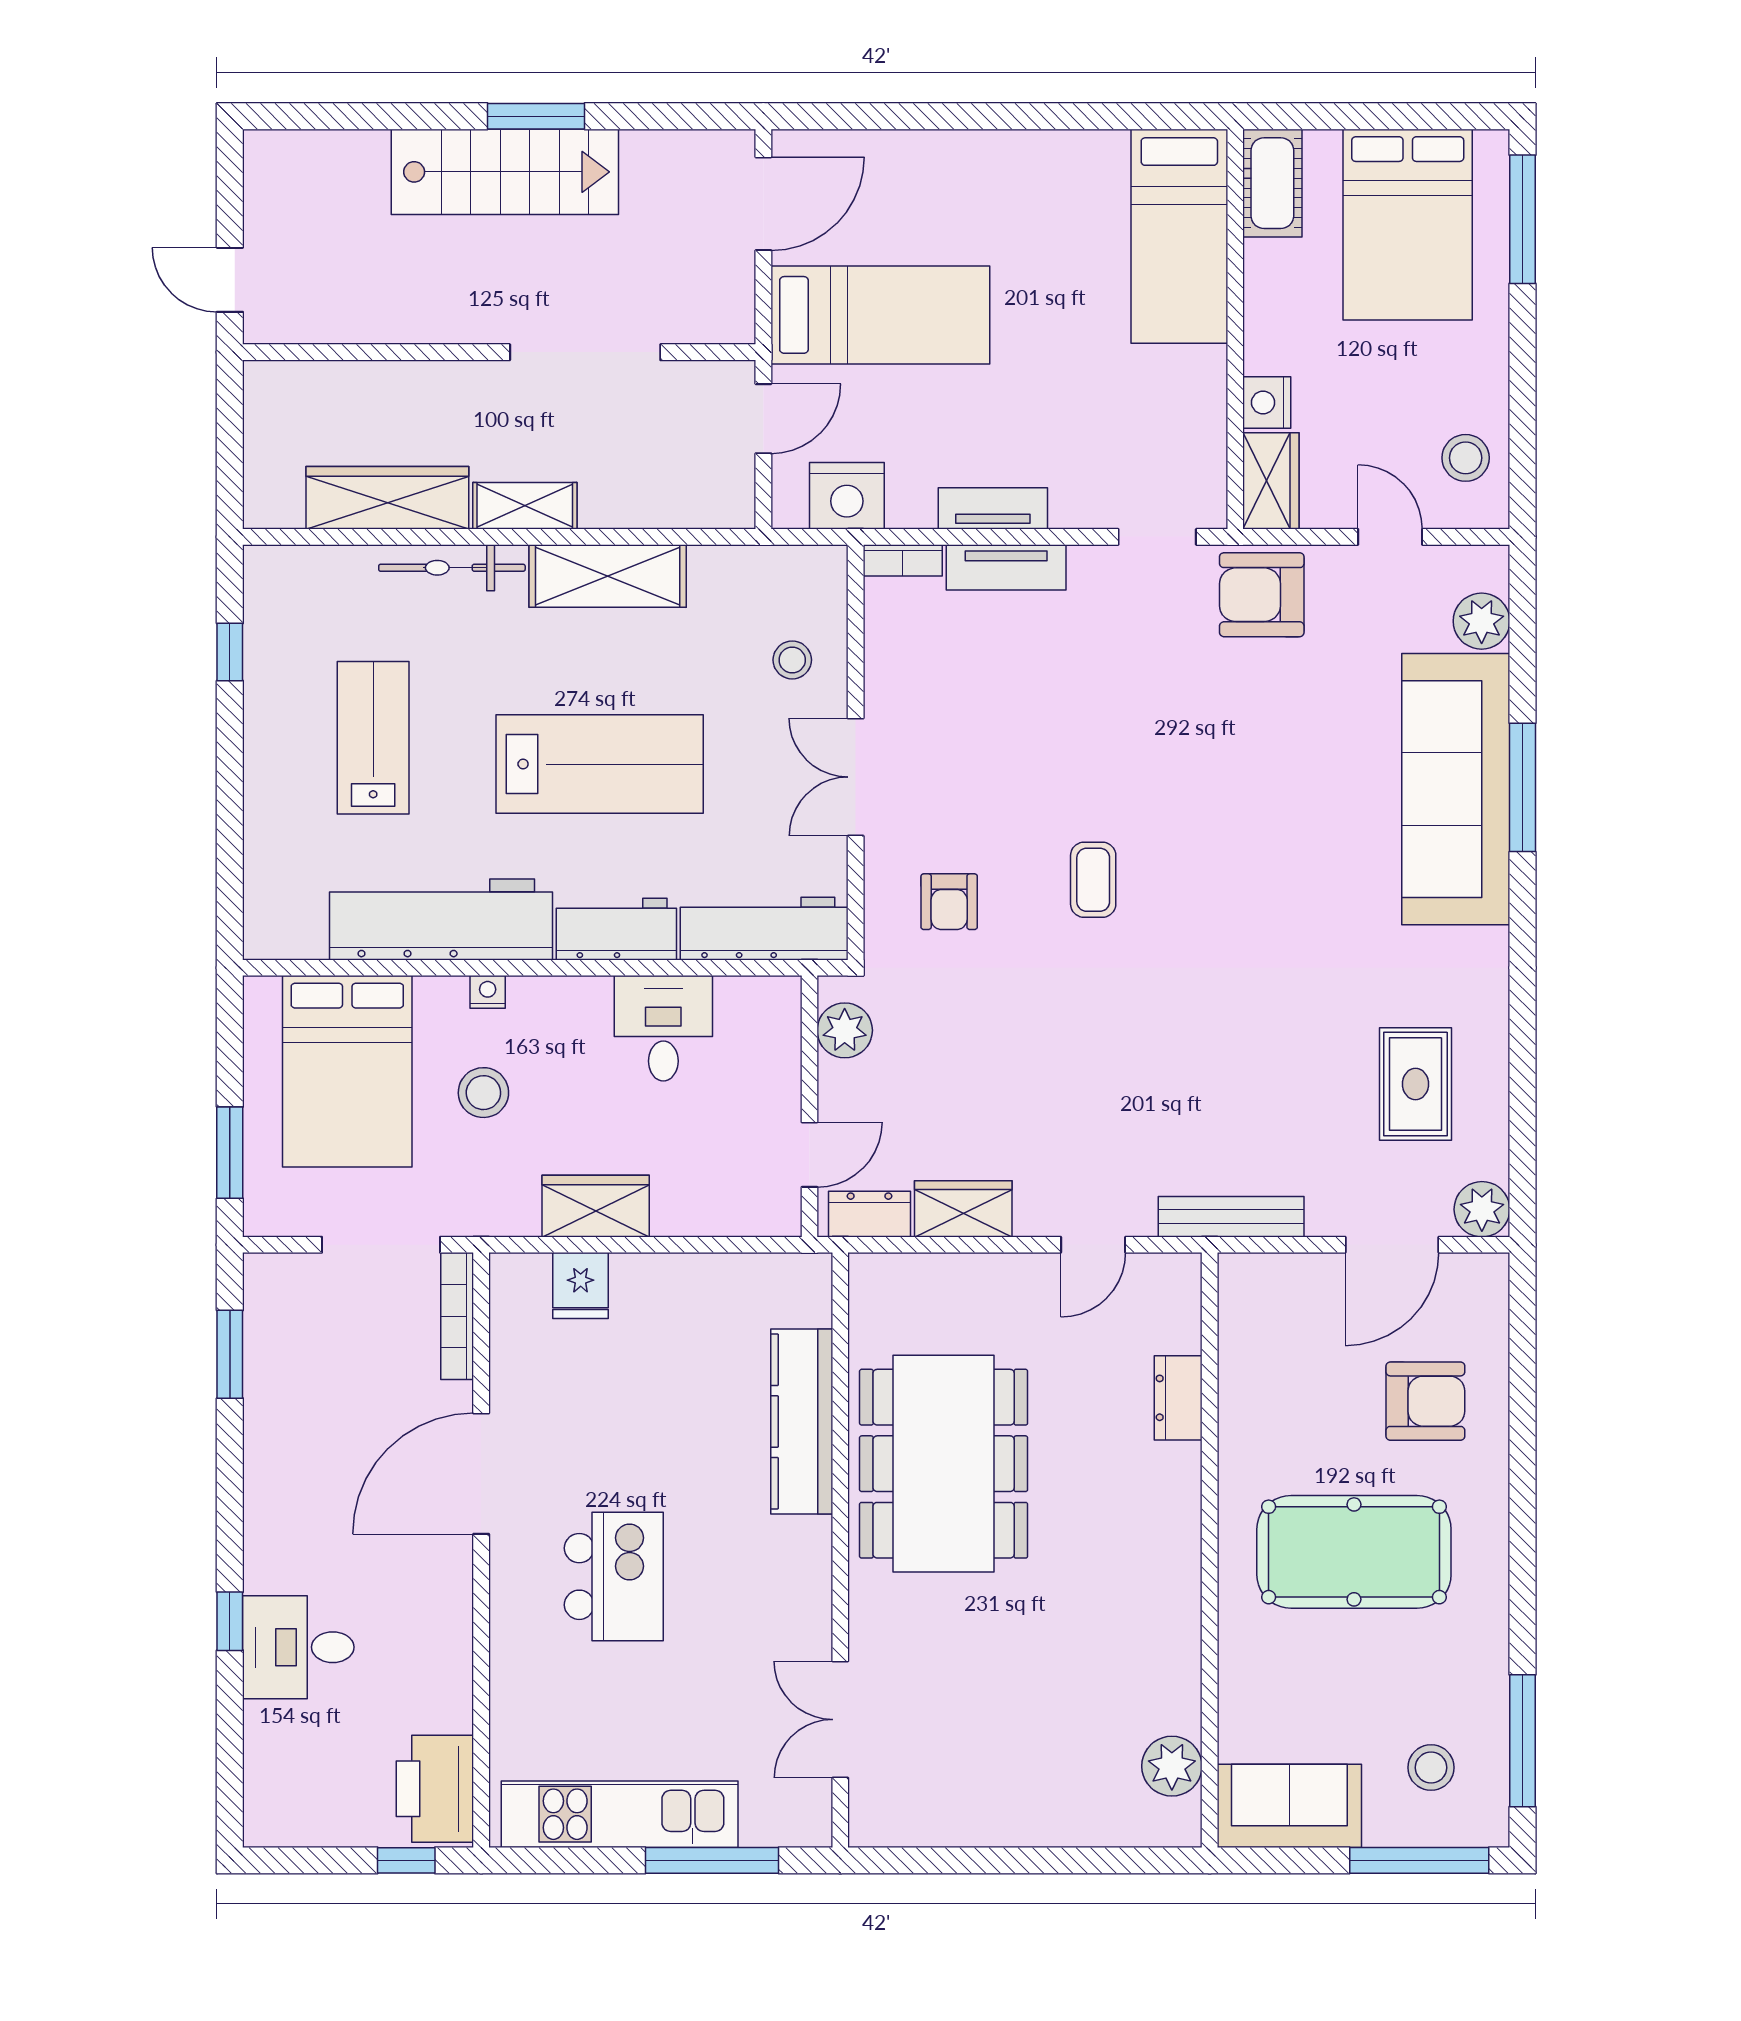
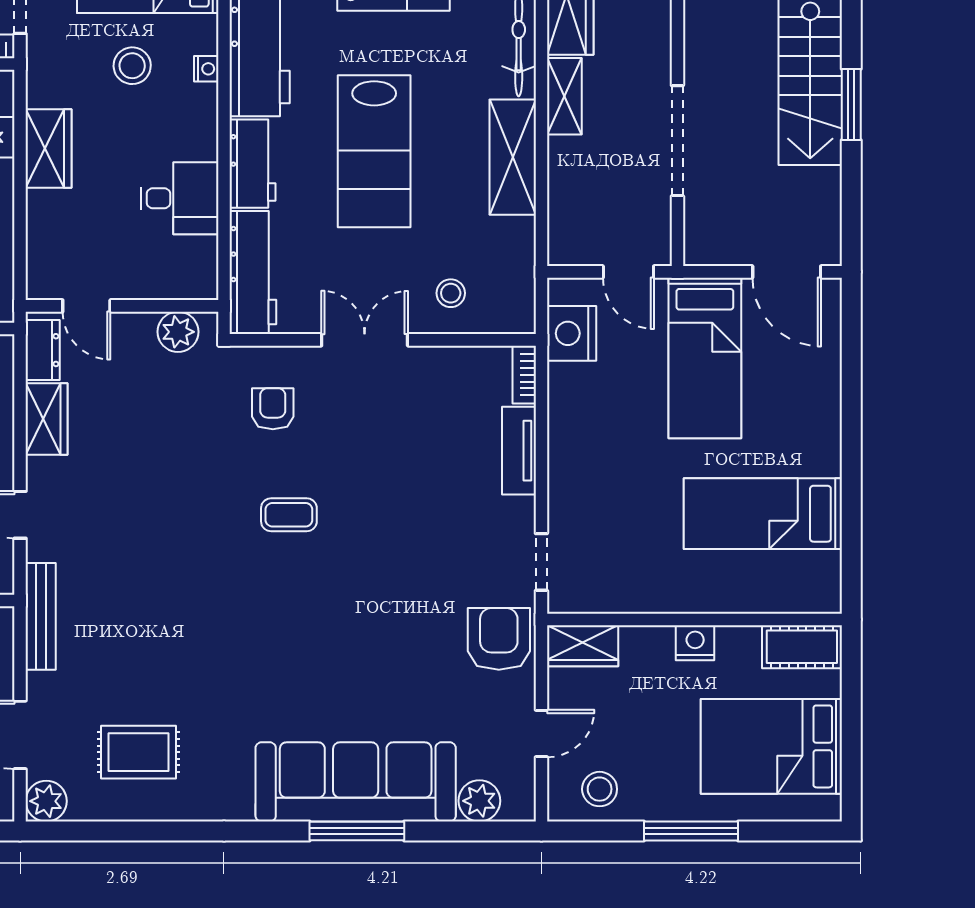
window: (1523, 219) -> (691, 831), moved
bed: (1179, 236) -> (763, 514), moved
nightstand: (1267, 402) -> (695, 643), moved
tv unit: (993, 508) -> (562, 441), removed
armchair: (949, 902) -> (273, 409), turned 90

